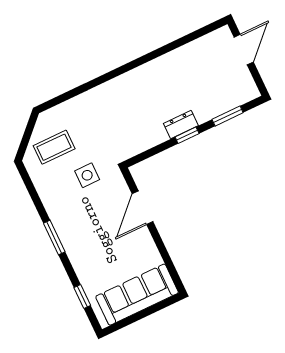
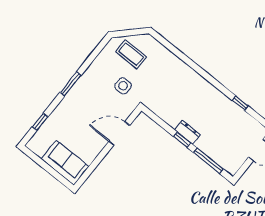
window: (177, 44) -> (240, 103), added
window: (228, 116) -> (208, 161), width x1.44
sofa: (137, 295) -> (65, 163), width x0.73

